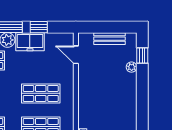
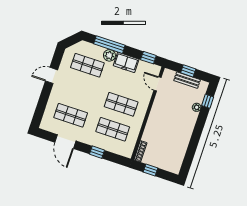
window: (39, 27) -> (148, 58), moved
window: (107, 27) -> (188, 71), added

